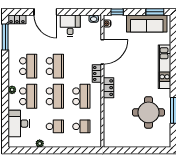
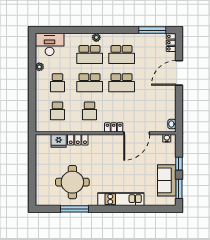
window: (117, 12) -> (179, 164), moved
sofa: (147, 23) -> (167, 180), width x0.73
desk: (70, 26) -> (164, 99), removed
door: (102, 52) -> (137, 133), hinge flipped
locker: (109, 88) -> (78, 140), moved
school desk: (81, 96) -> (90, 111), width x0.54
desk: (19, 124) -> (50, 44), moved
fridge: (110, 125) -> (59, 141), added

